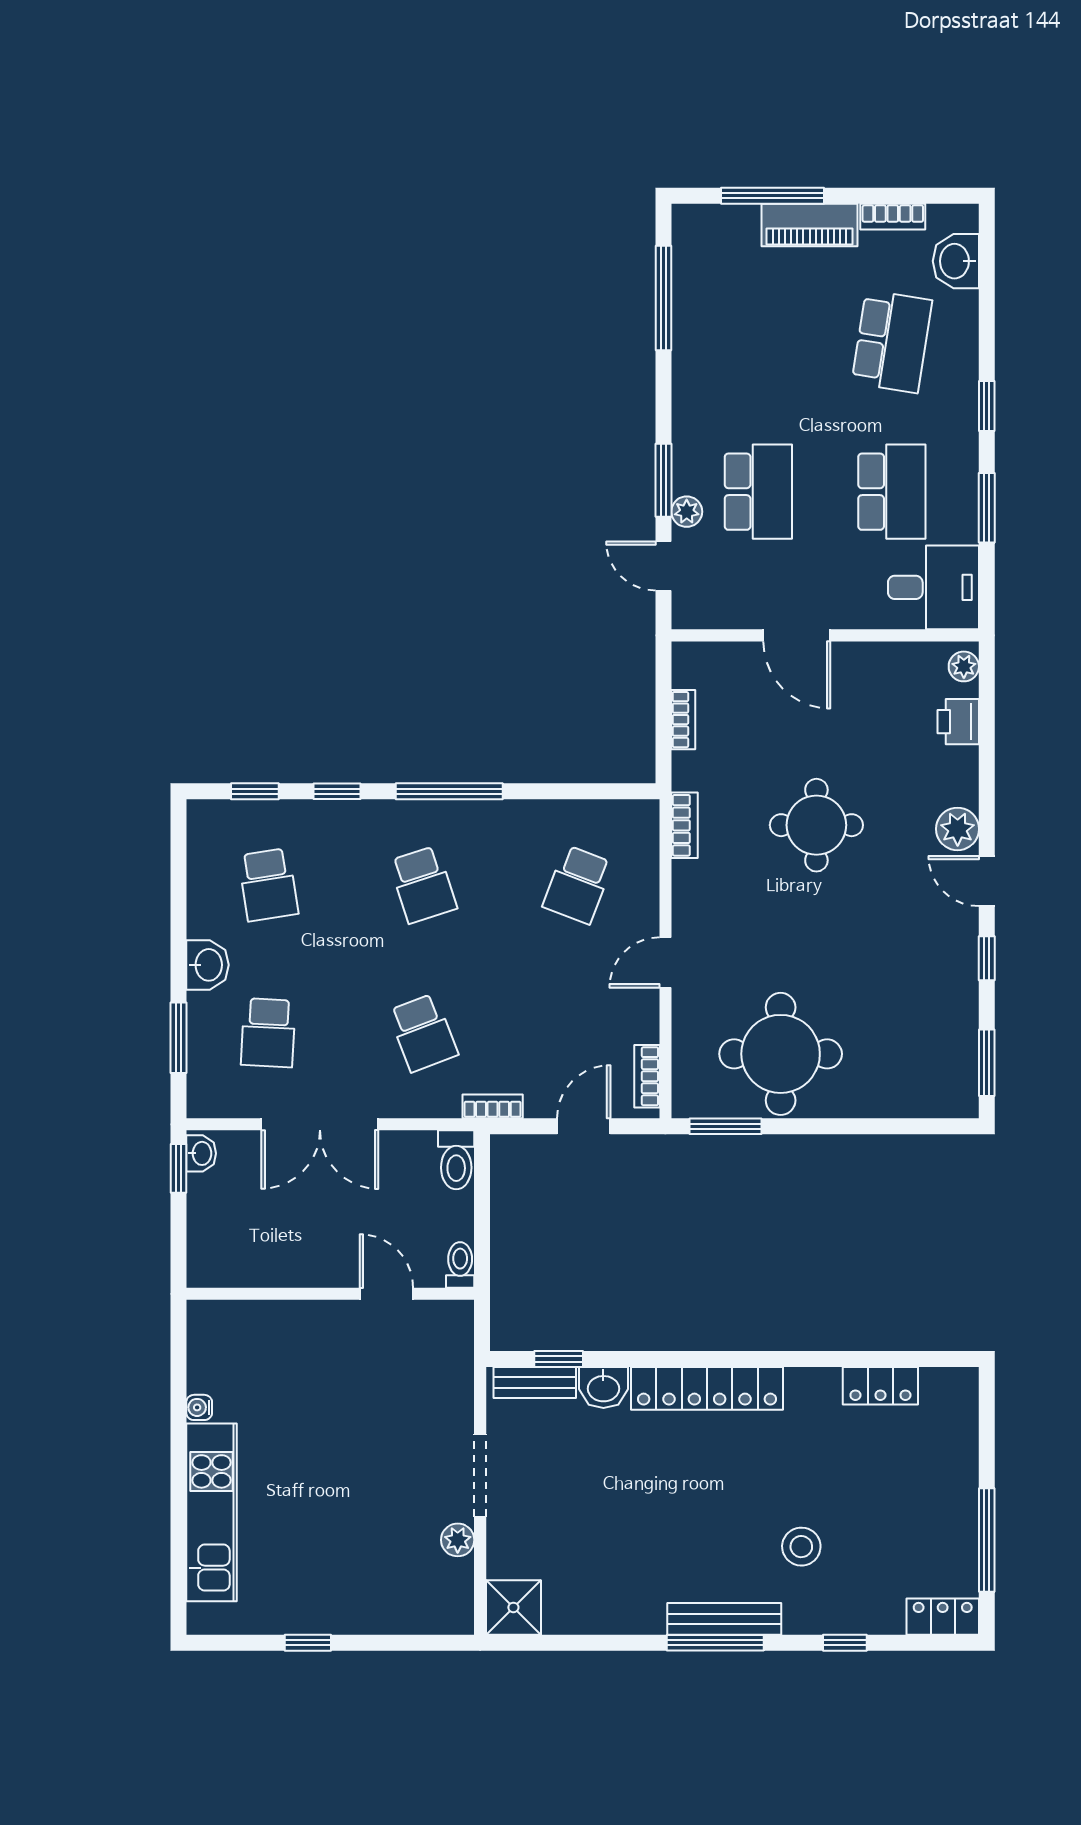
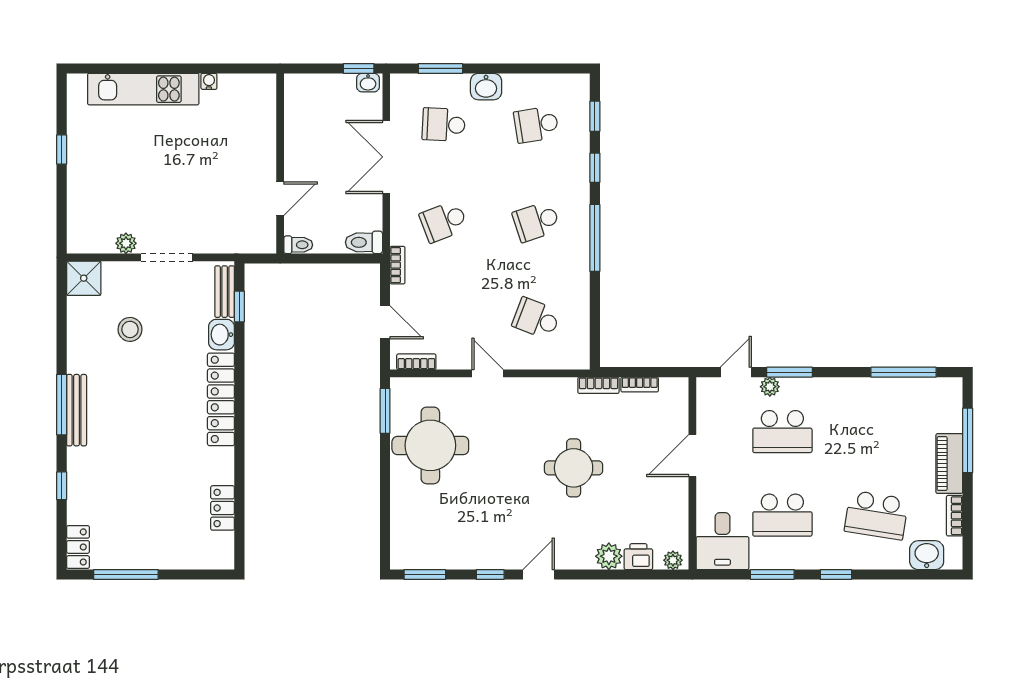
bookcase: (684, 825) -> (598, 385), moved
plant: (958, 829) -> (609, 556), moved
stool: (801, 1547) -> (130, 329), moved

